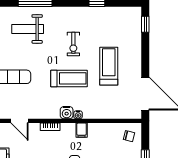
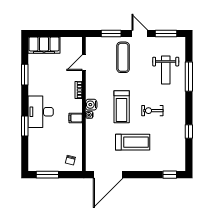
weight bench: (28, 29) -> (166, 70), turned 180

